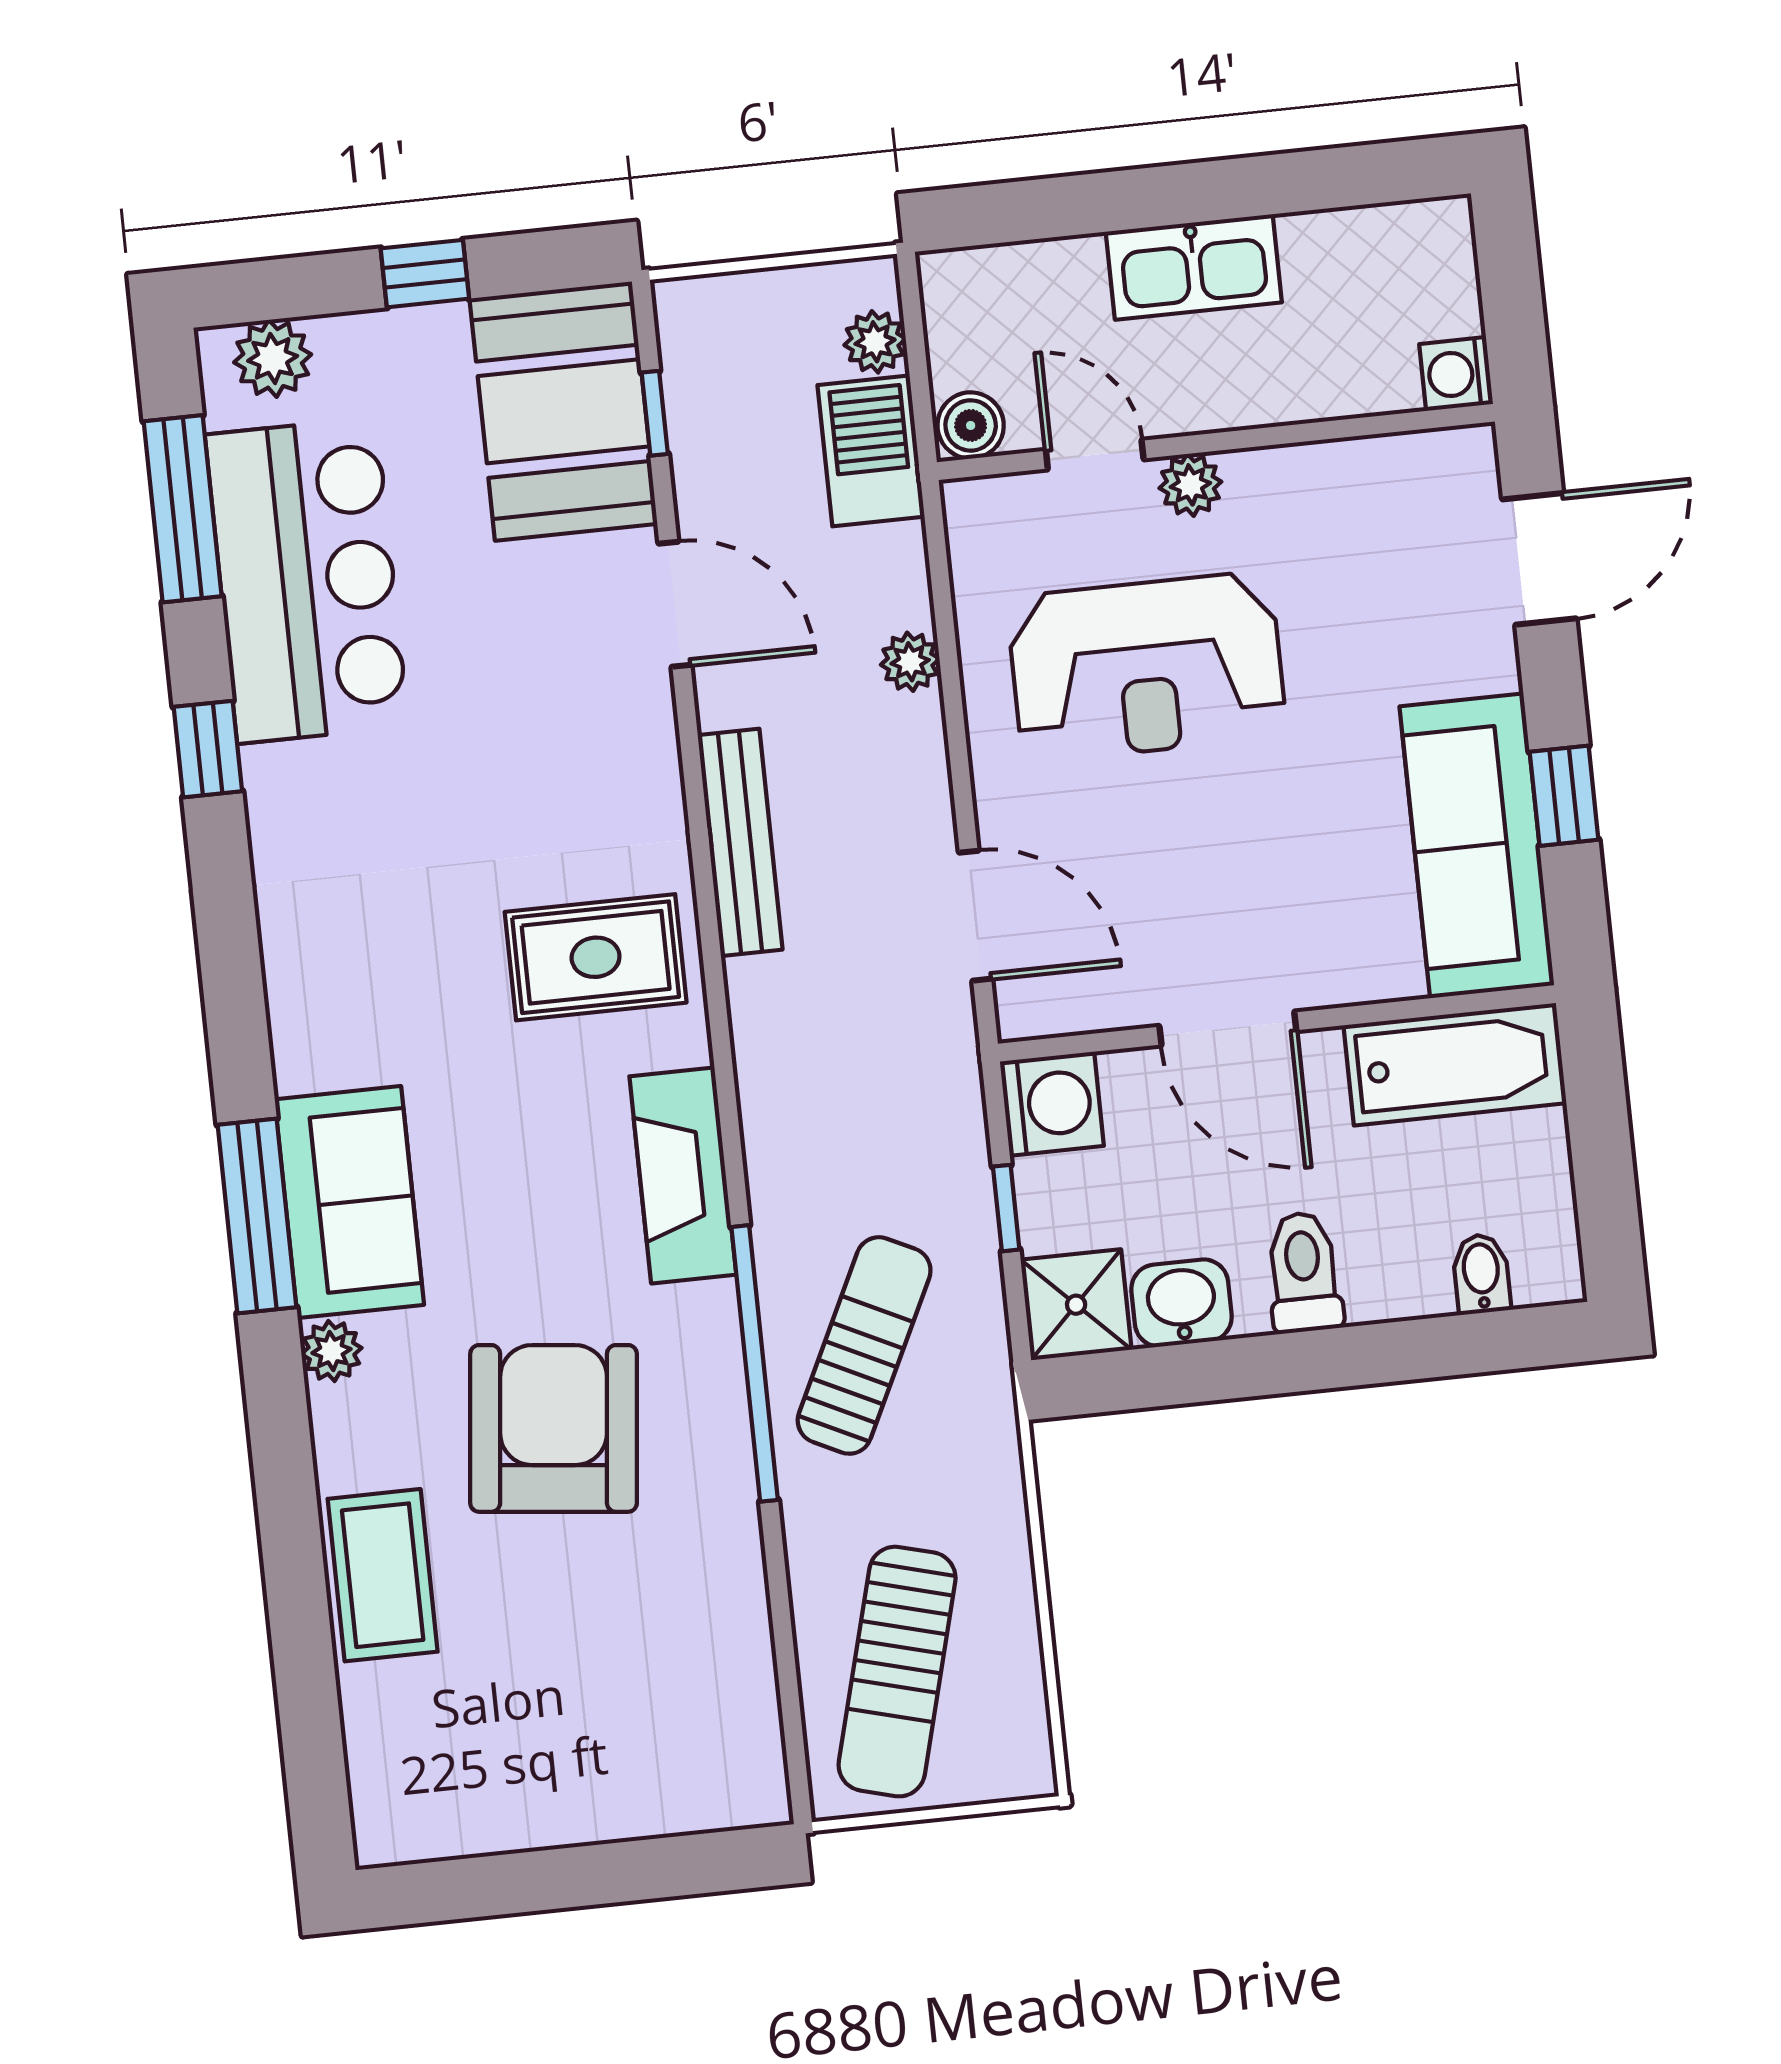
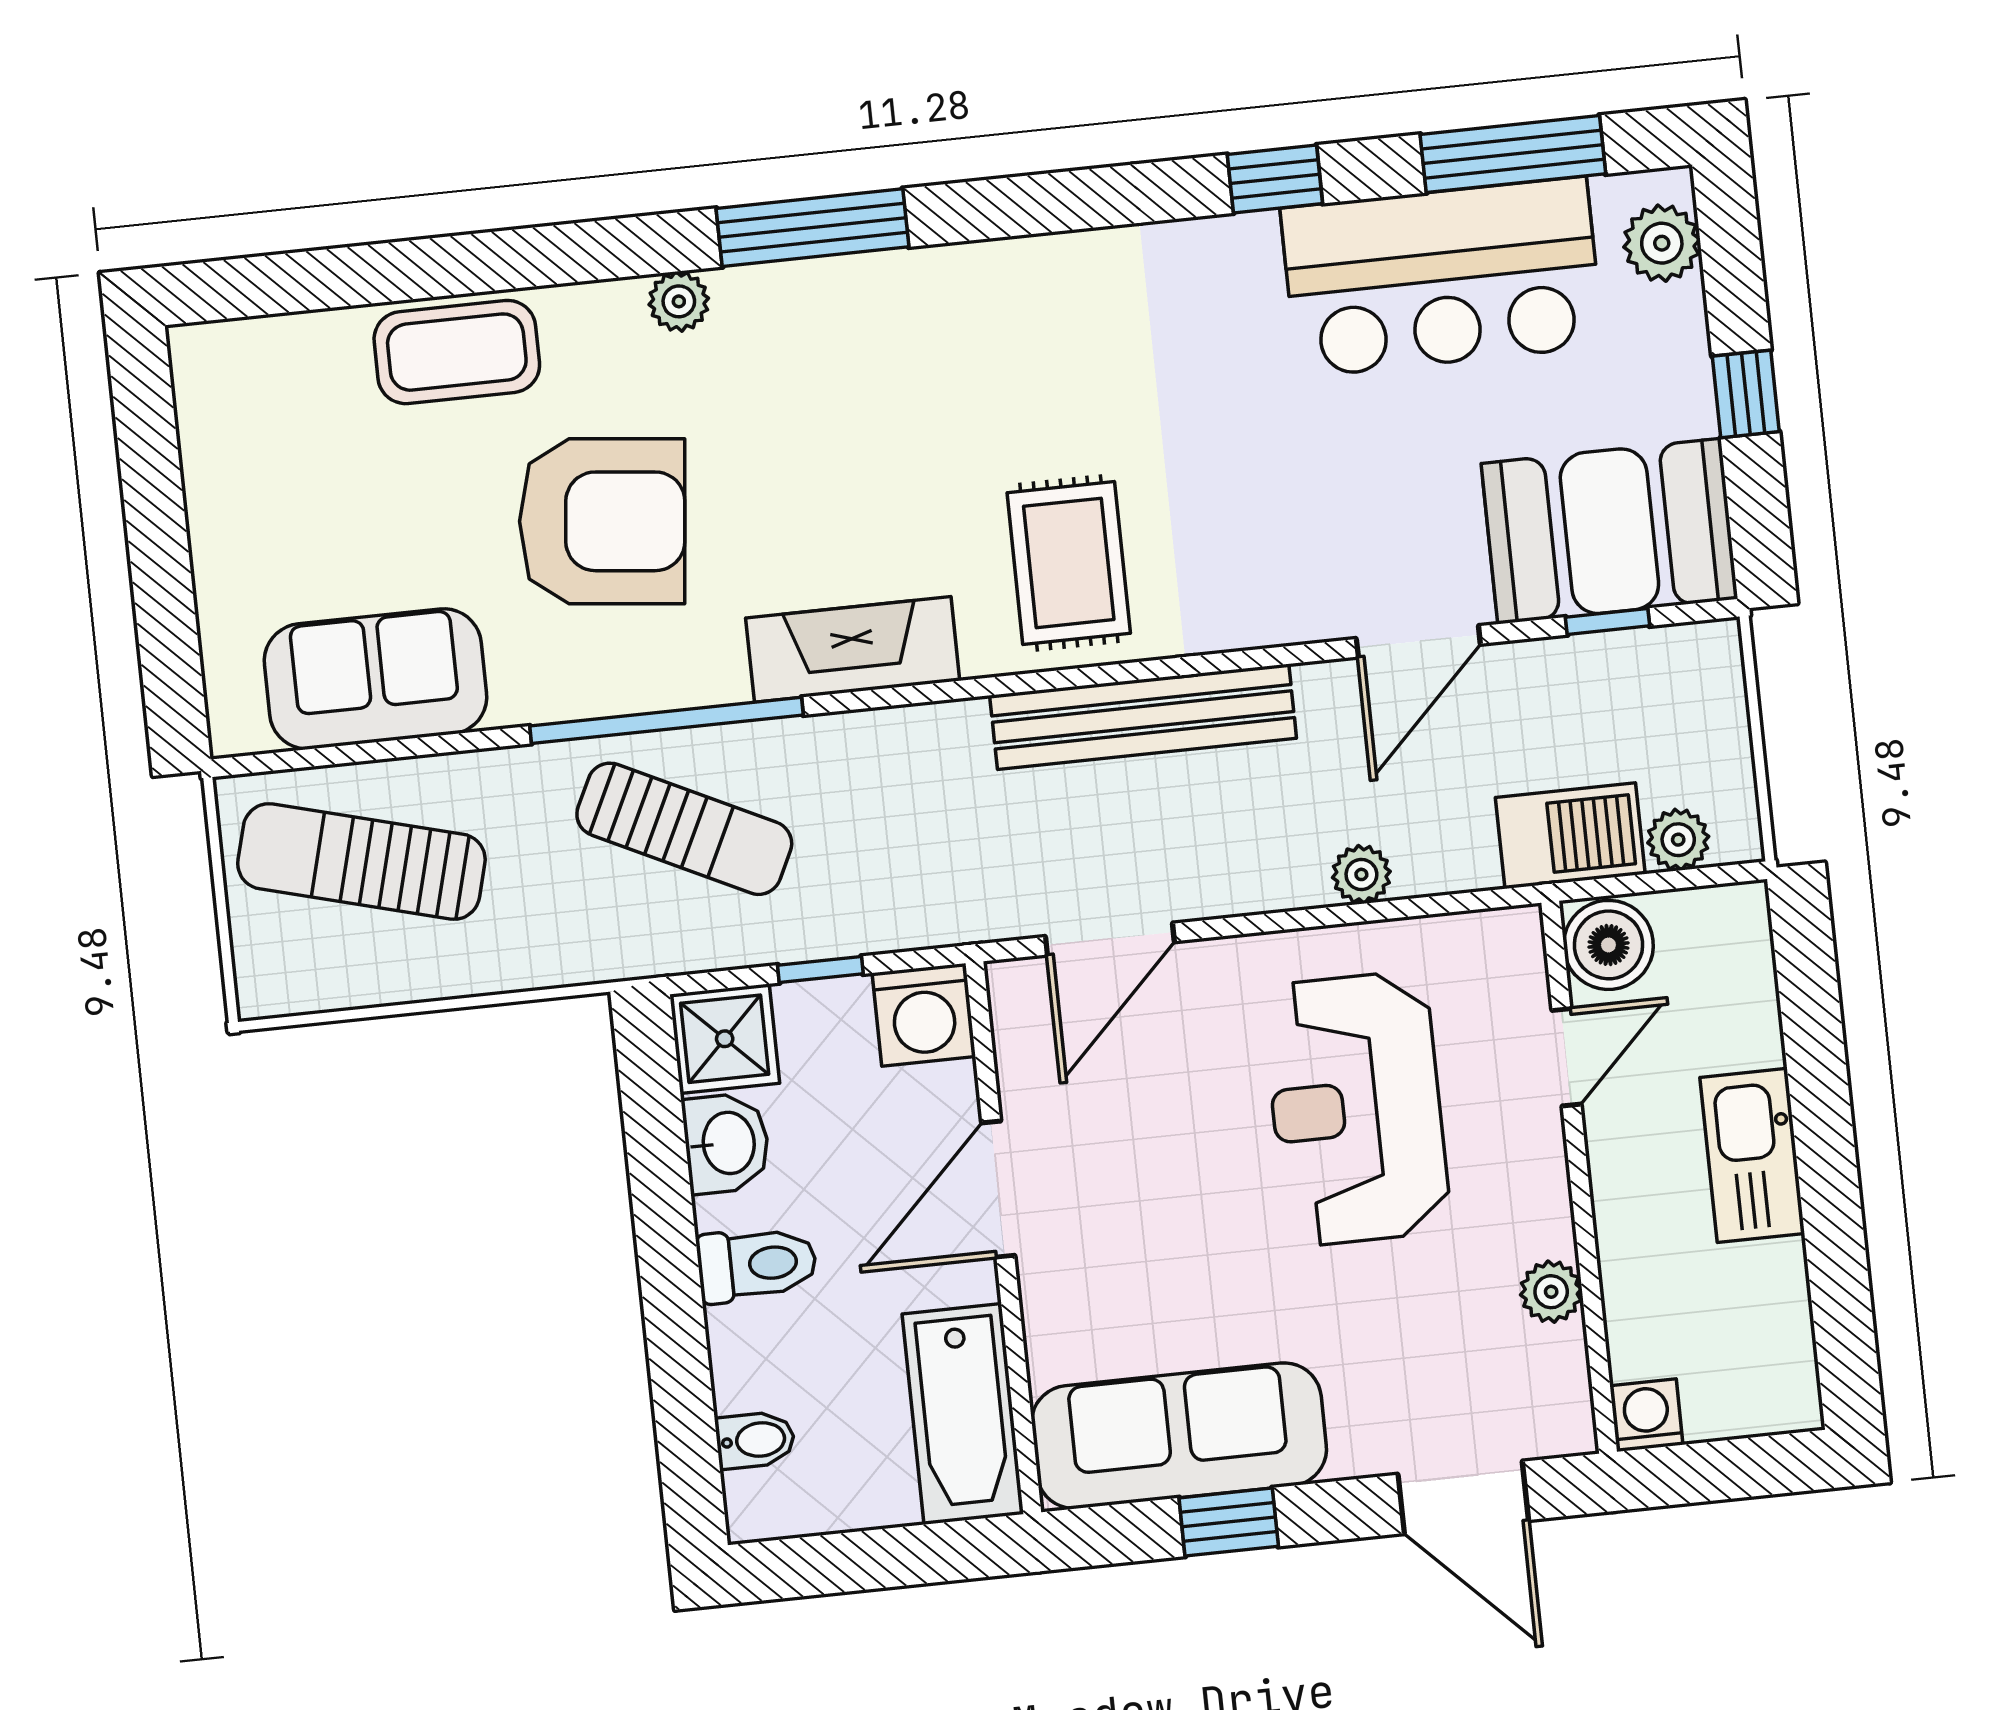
boiler: (971, 425) -> (1608, 945), width x1.36, depth x1.36
plant: (1190, 485) -> (1551, 1292), moved
bench: (740, 842) -> (1143, 717), width x1.37, depth x1.21
sofa: (349, 1202) -> (376, 679), moved, turned 180

